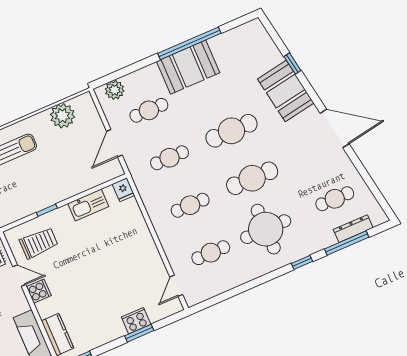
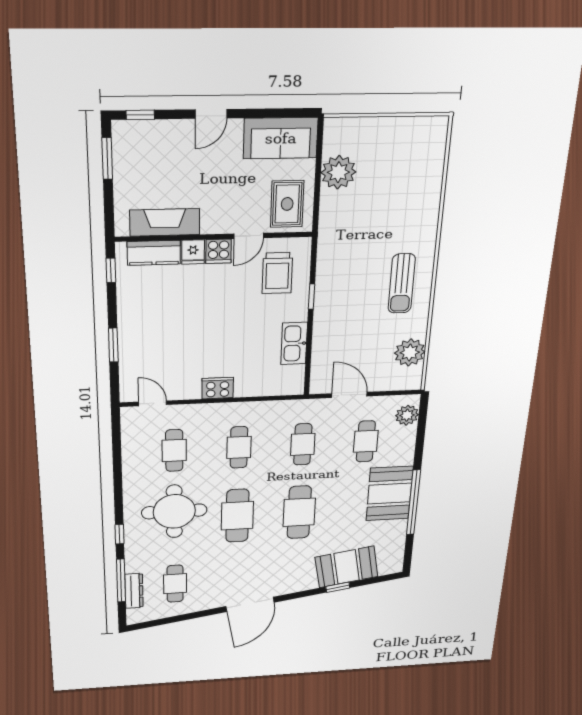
booth: (286, 91) -> (347, 567), moved
fridge: (123, 190) -> (193, 252), moved, turned -90
cooker: (136, 321) -> (218, 388), moved, turned -90

